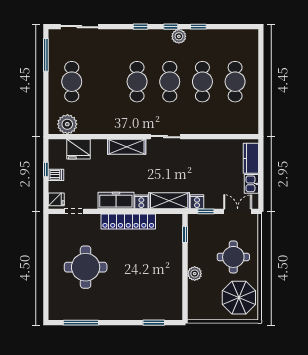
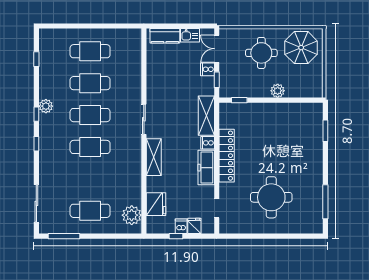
window: (198, 27) -> (36, 59), moved
fridge: (56, 199) -> (194, 226), moved
cooker: (197, 202) -> (207, 69), moved

